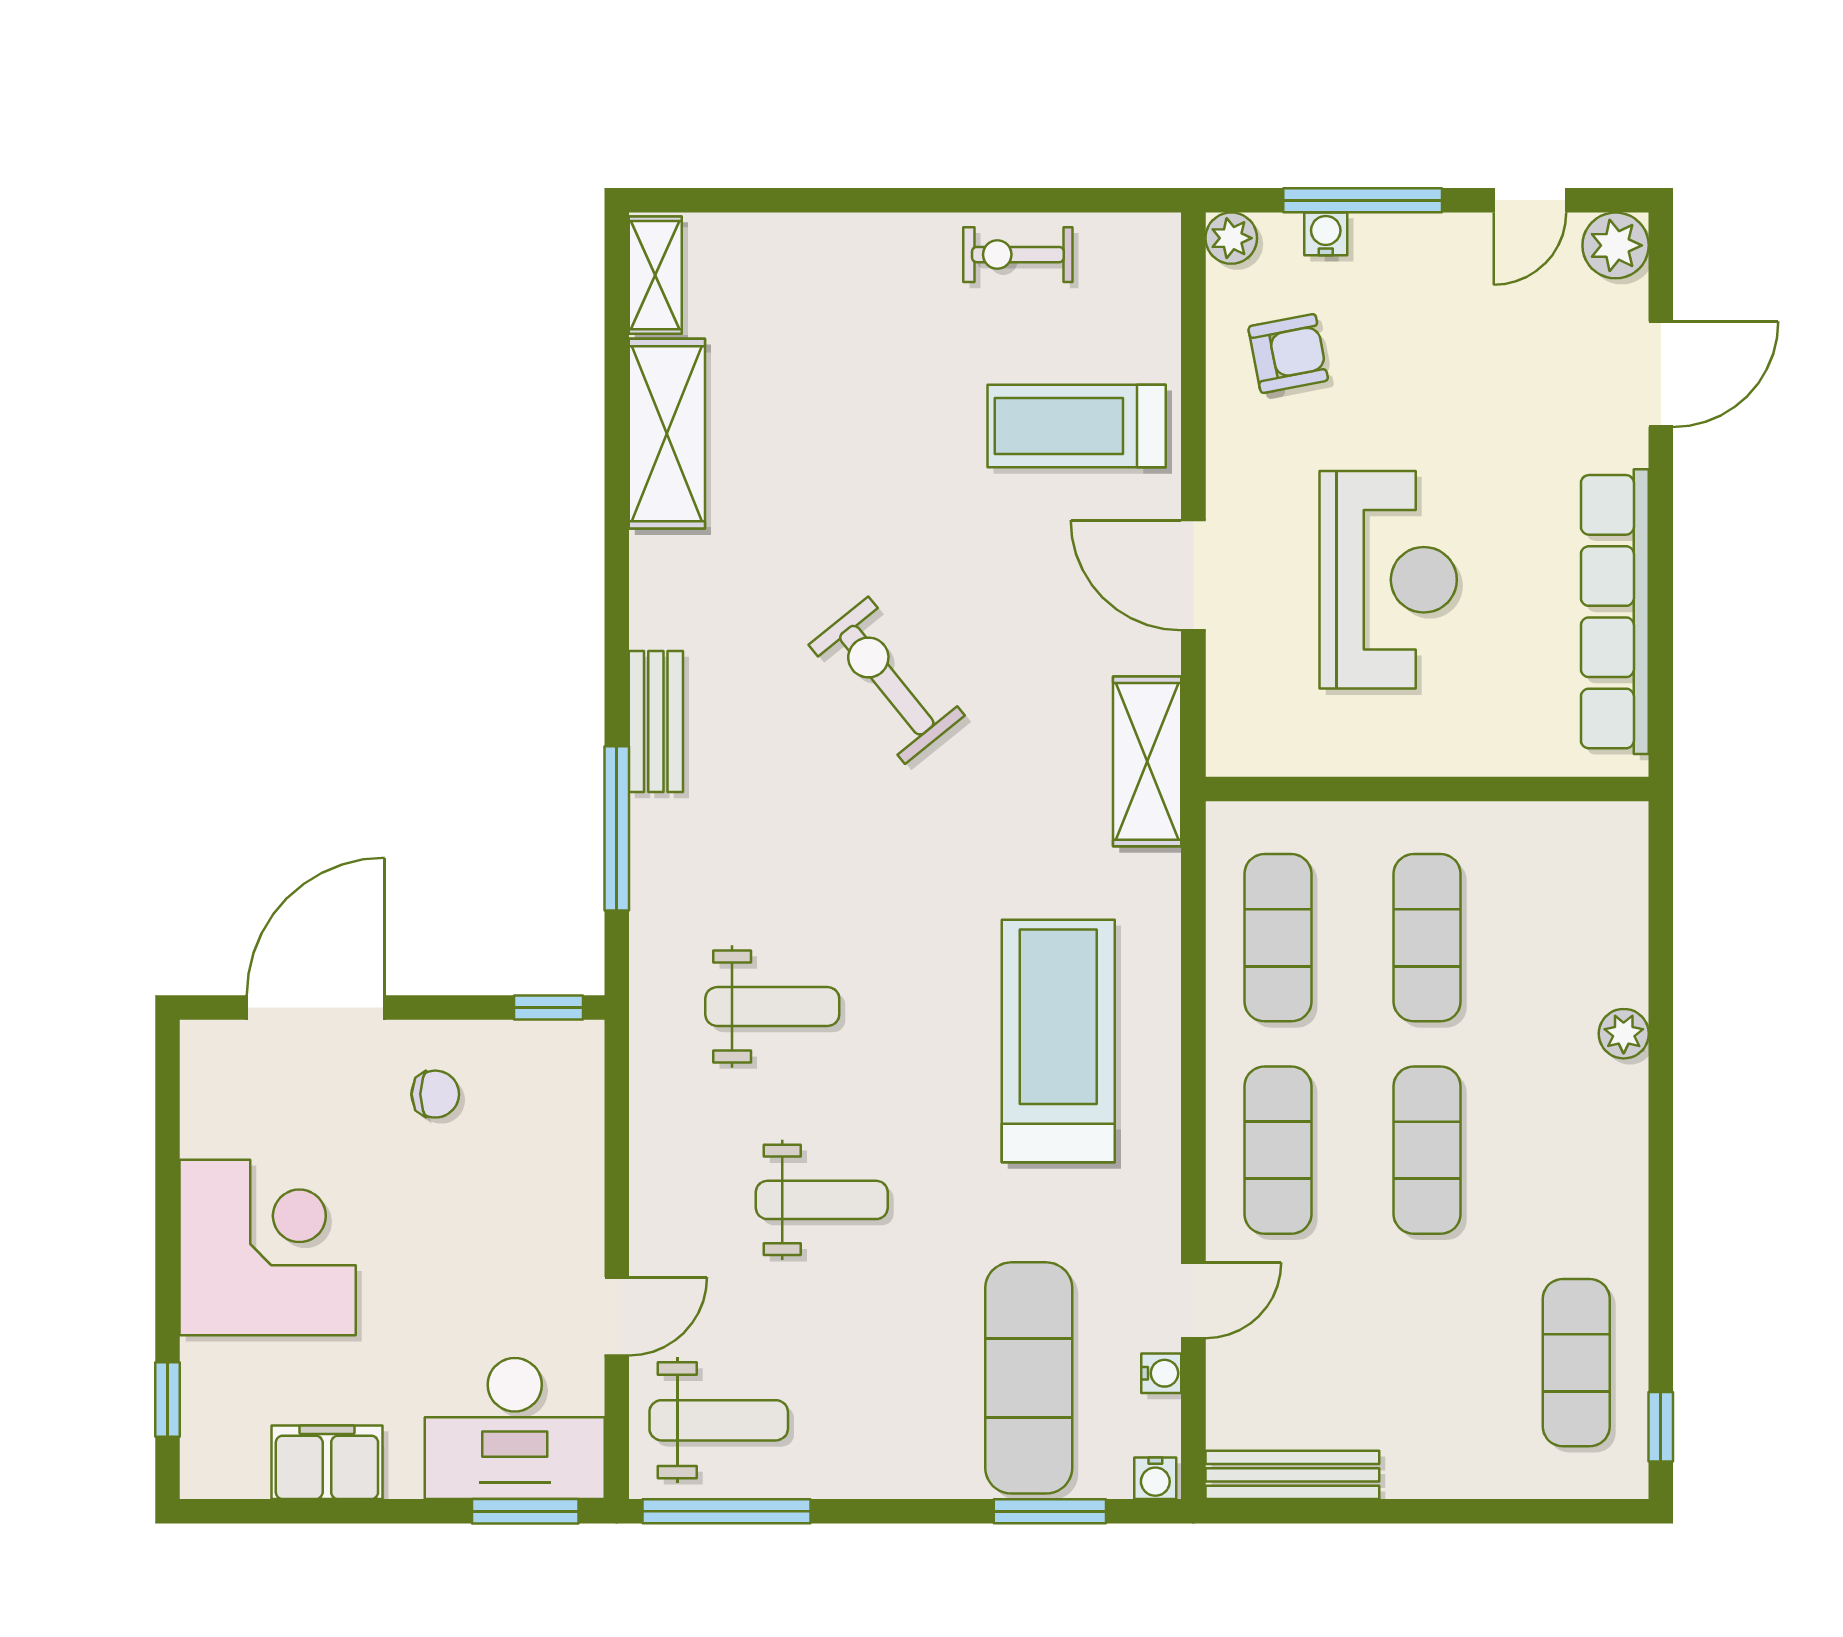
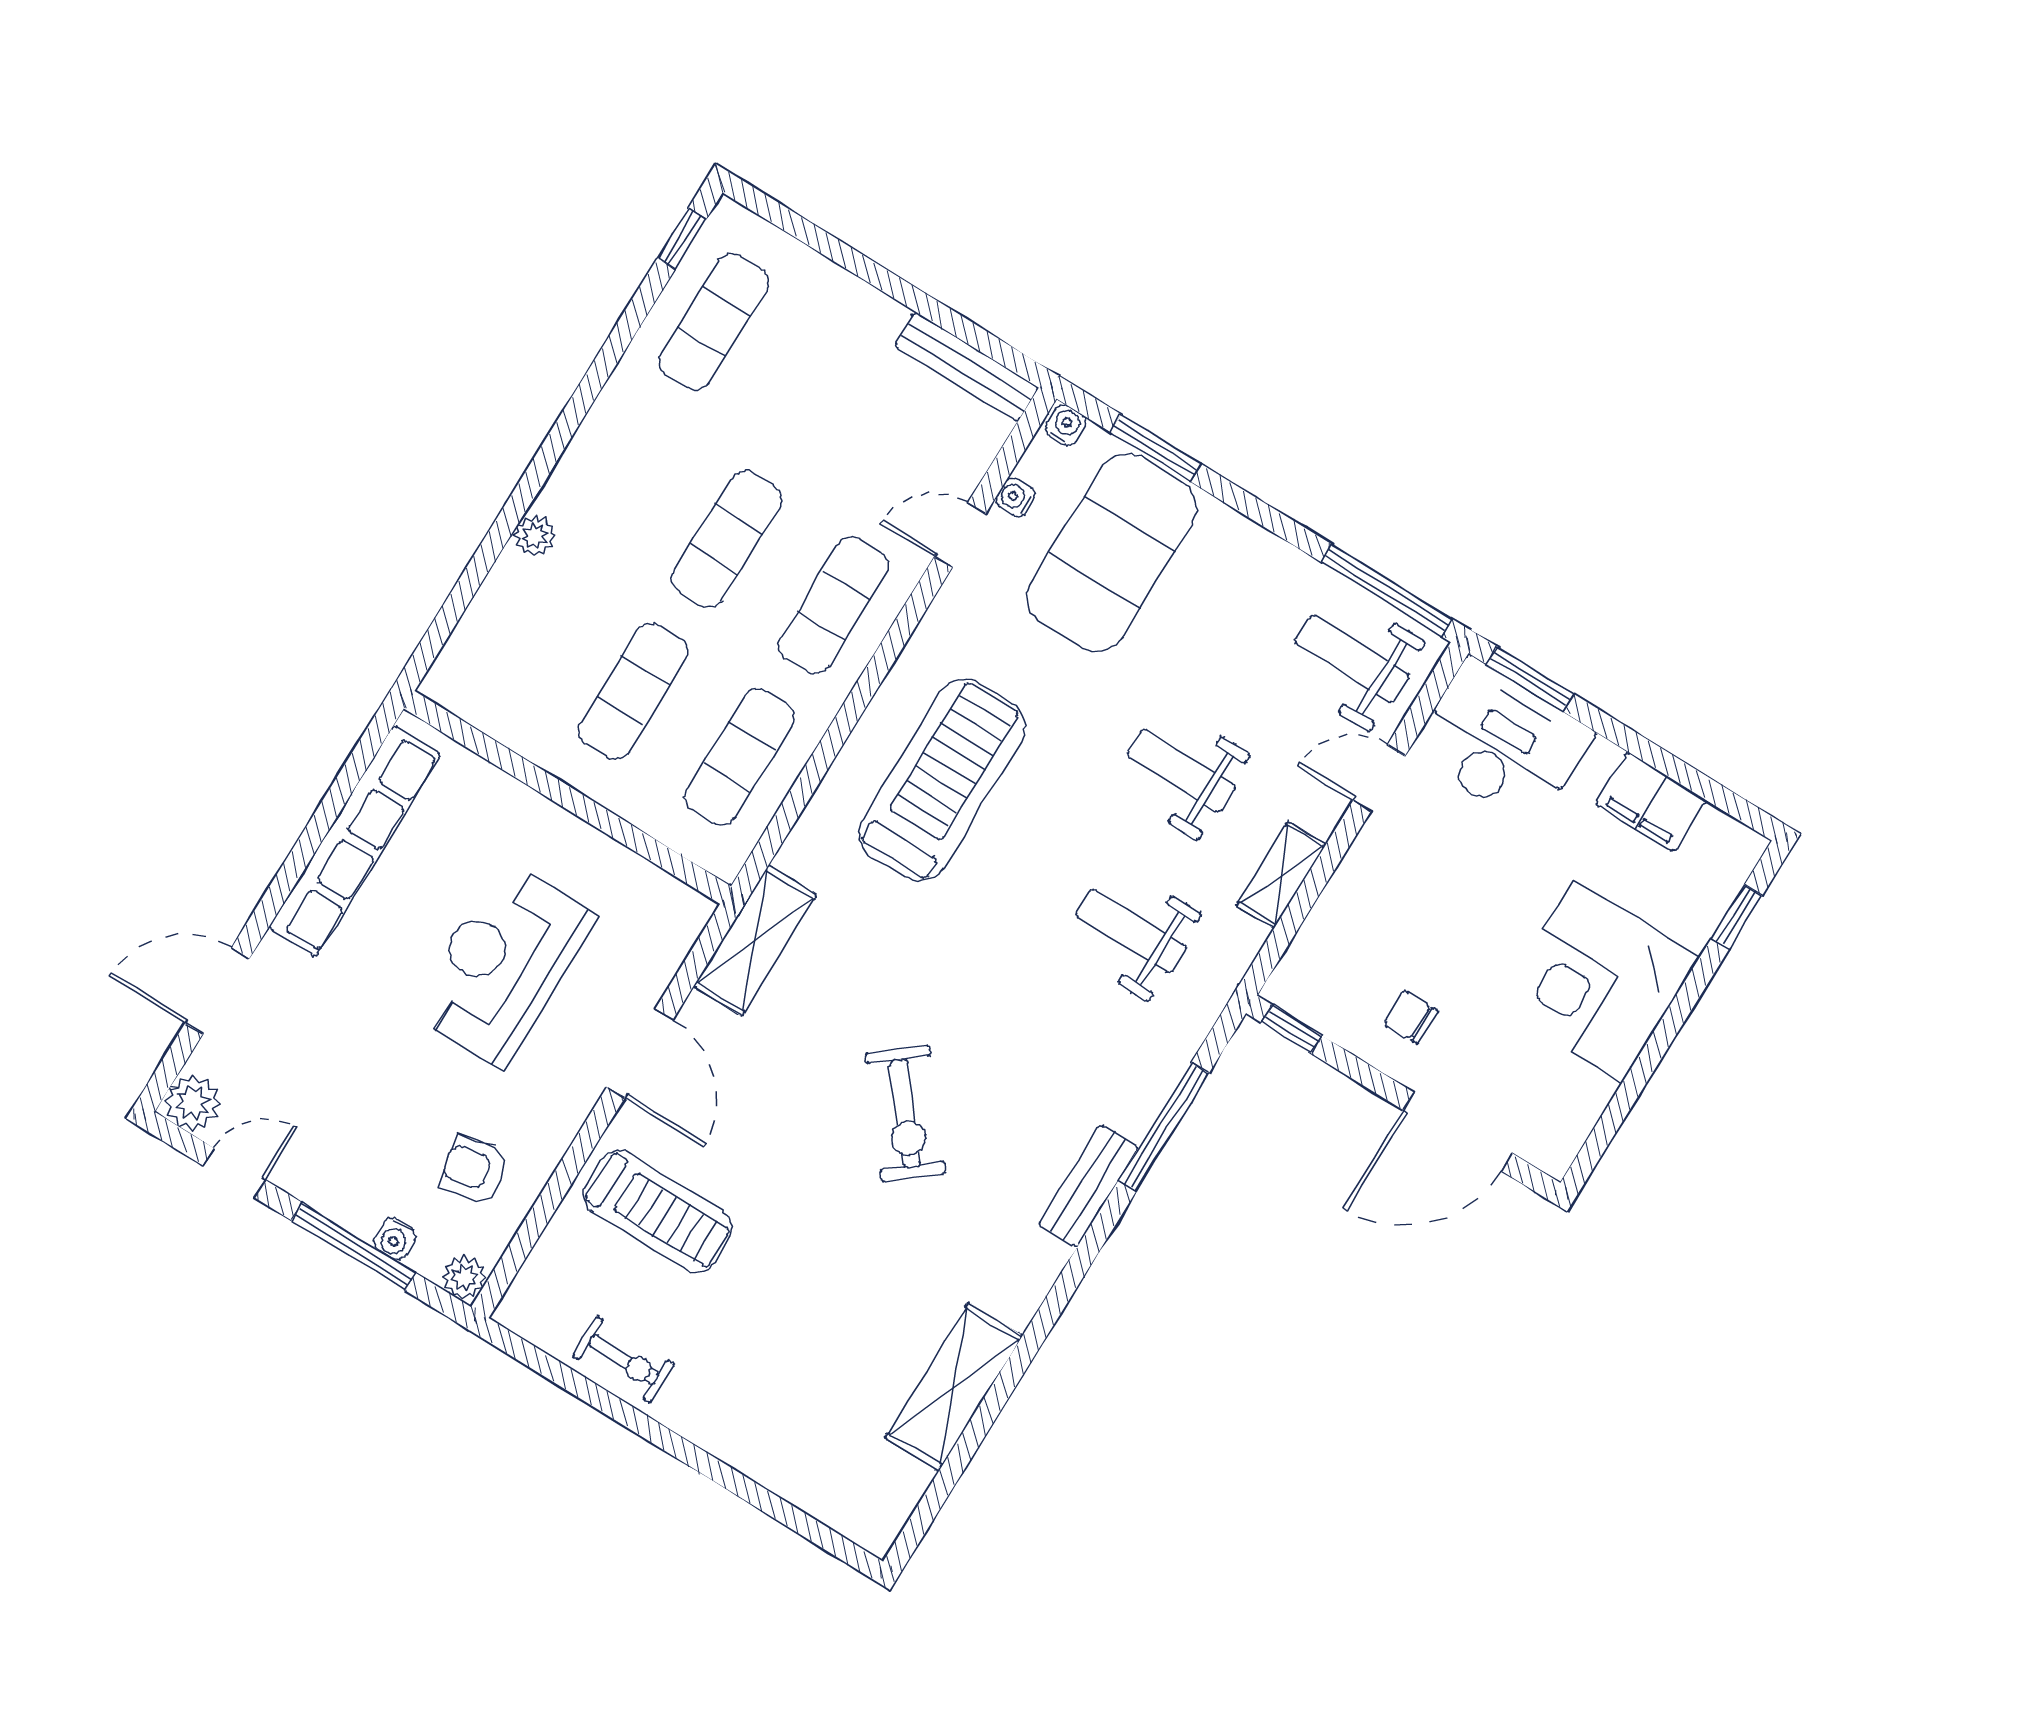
shelving: (655, 275) -> (1281, 875), moved
treadmill: (1058, 1041) -> (942, 780), turned 180
exercise mat: (1029, 1378) -> (1112, 552), width x1.47

